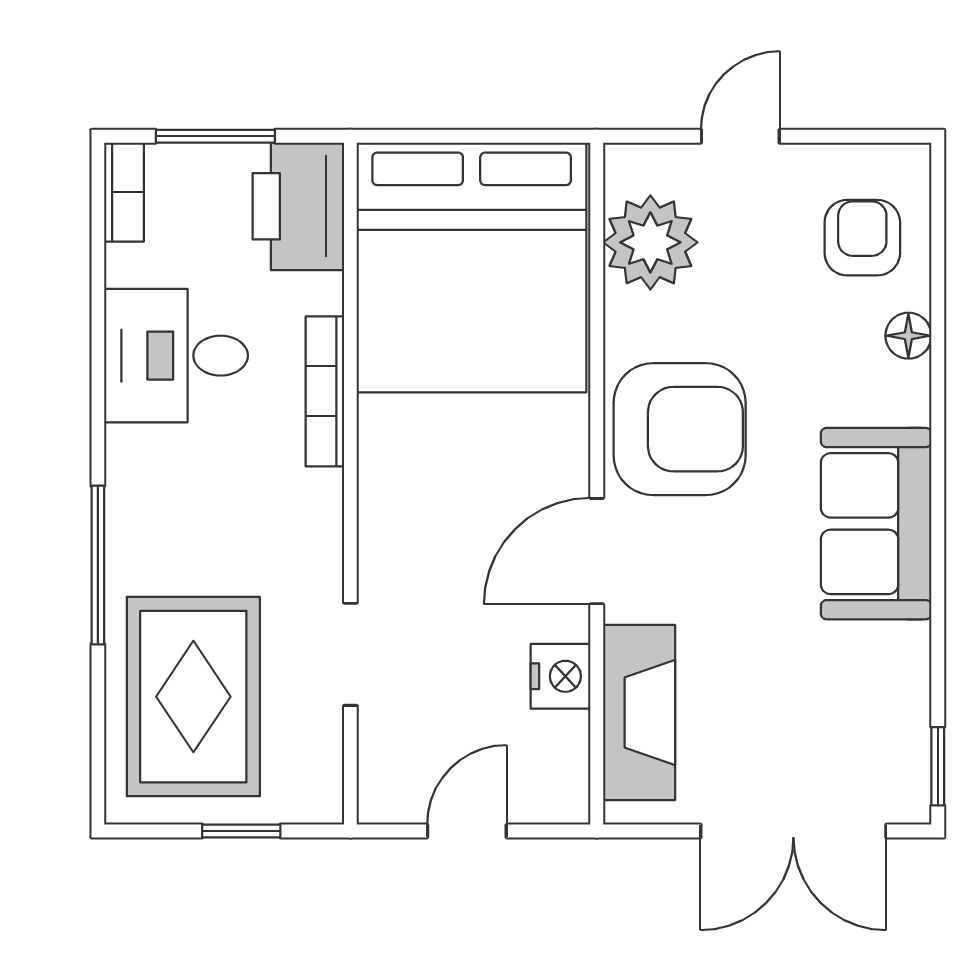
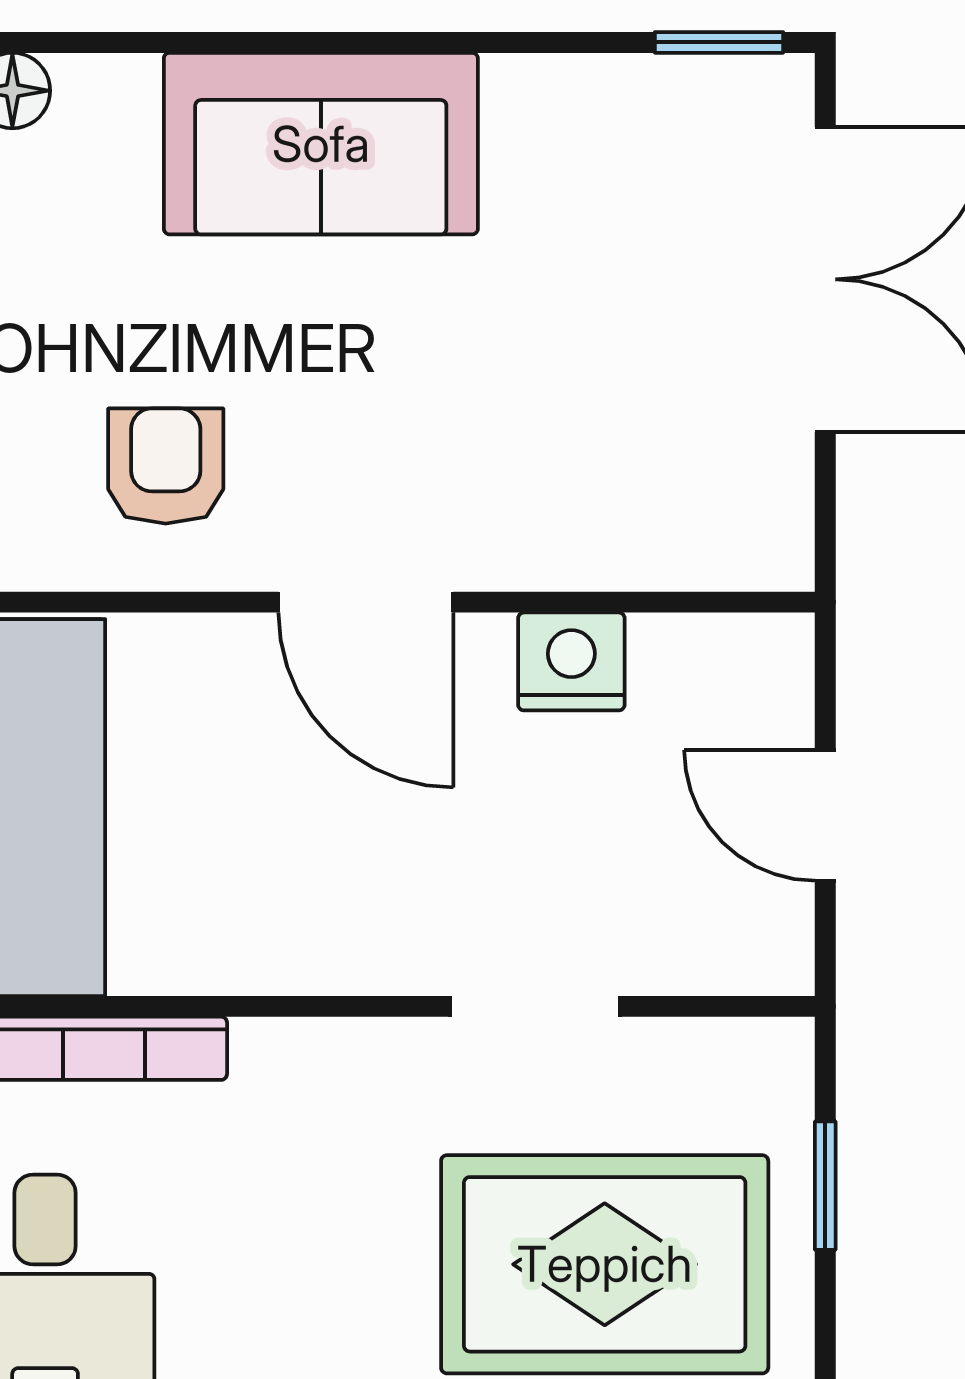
armchair: (680, 429) -> (166, 466), width x0.53, depth x0.53
fireplace: (639, 713) -> (631, 533), removed

